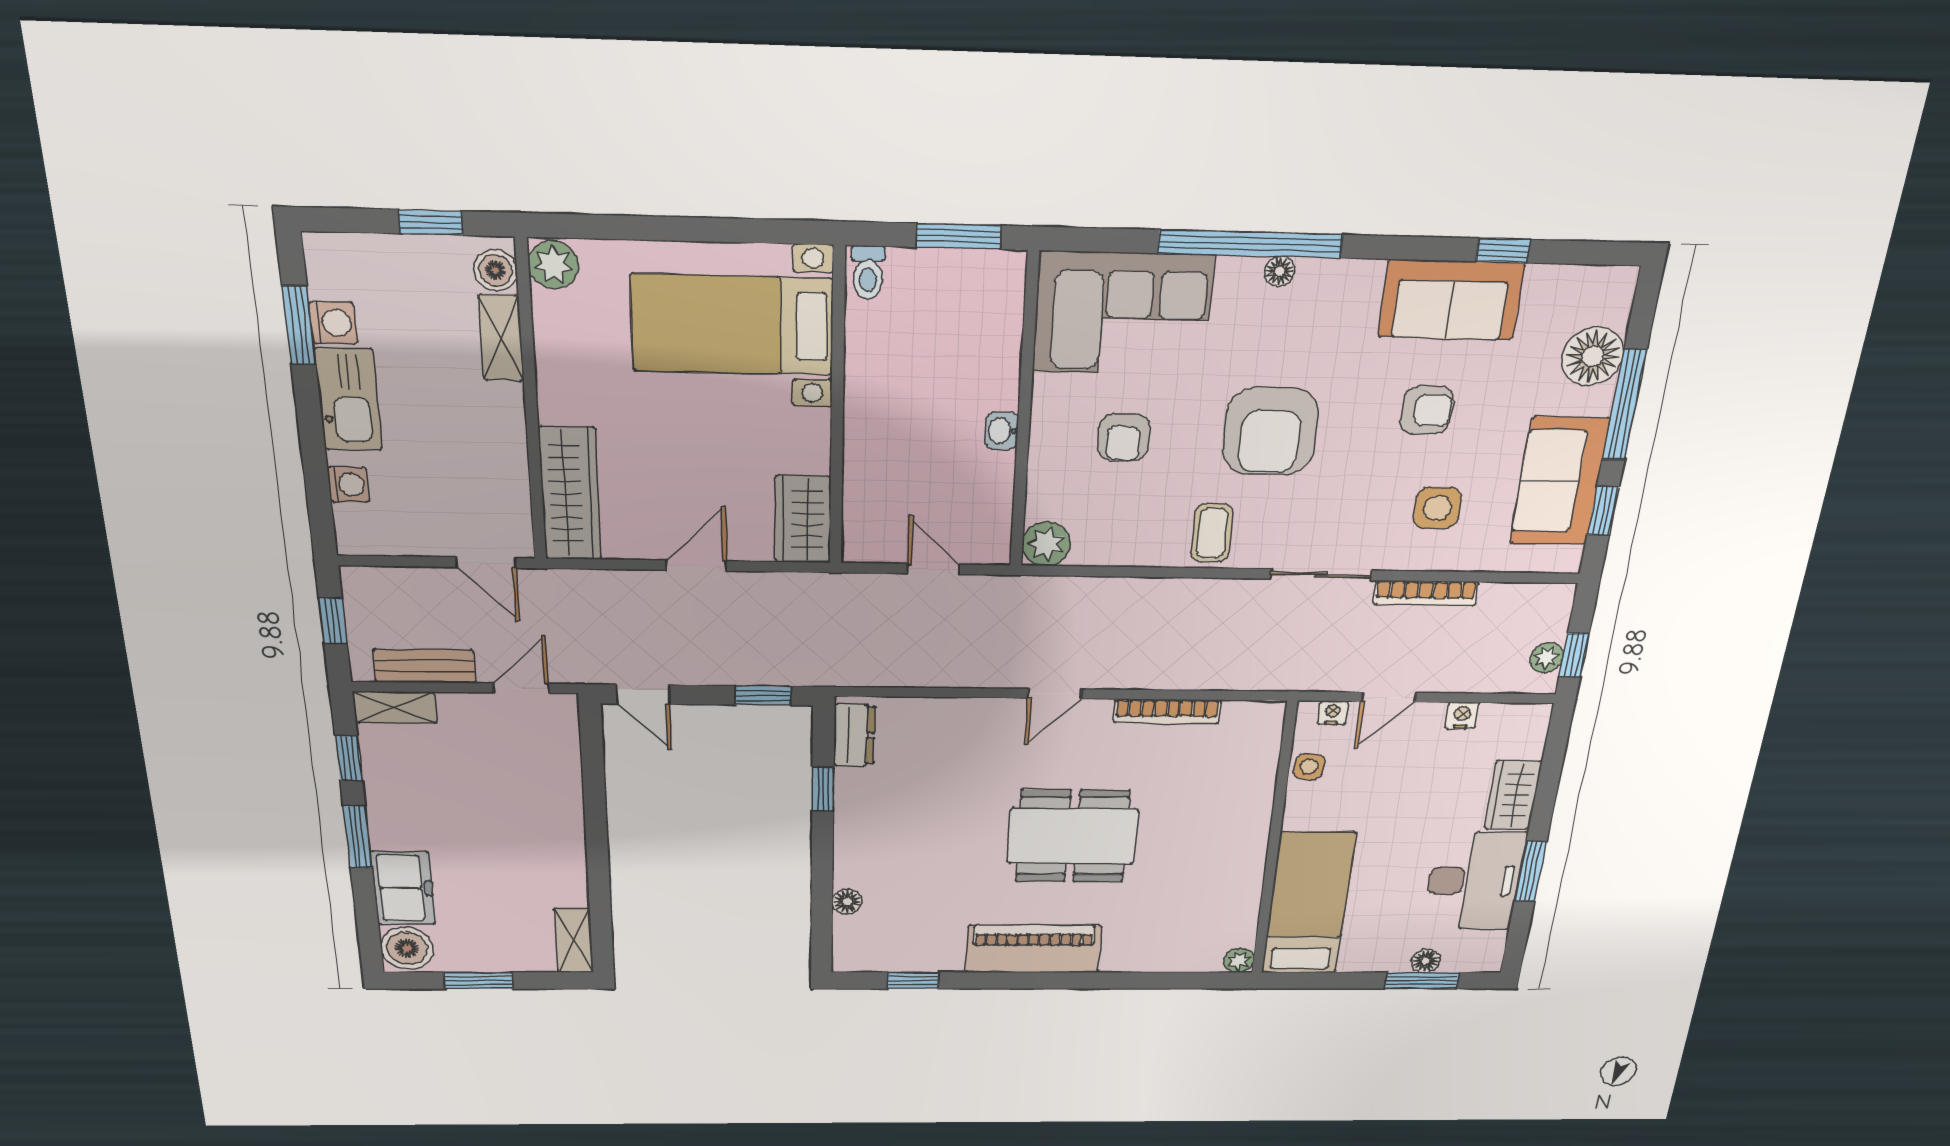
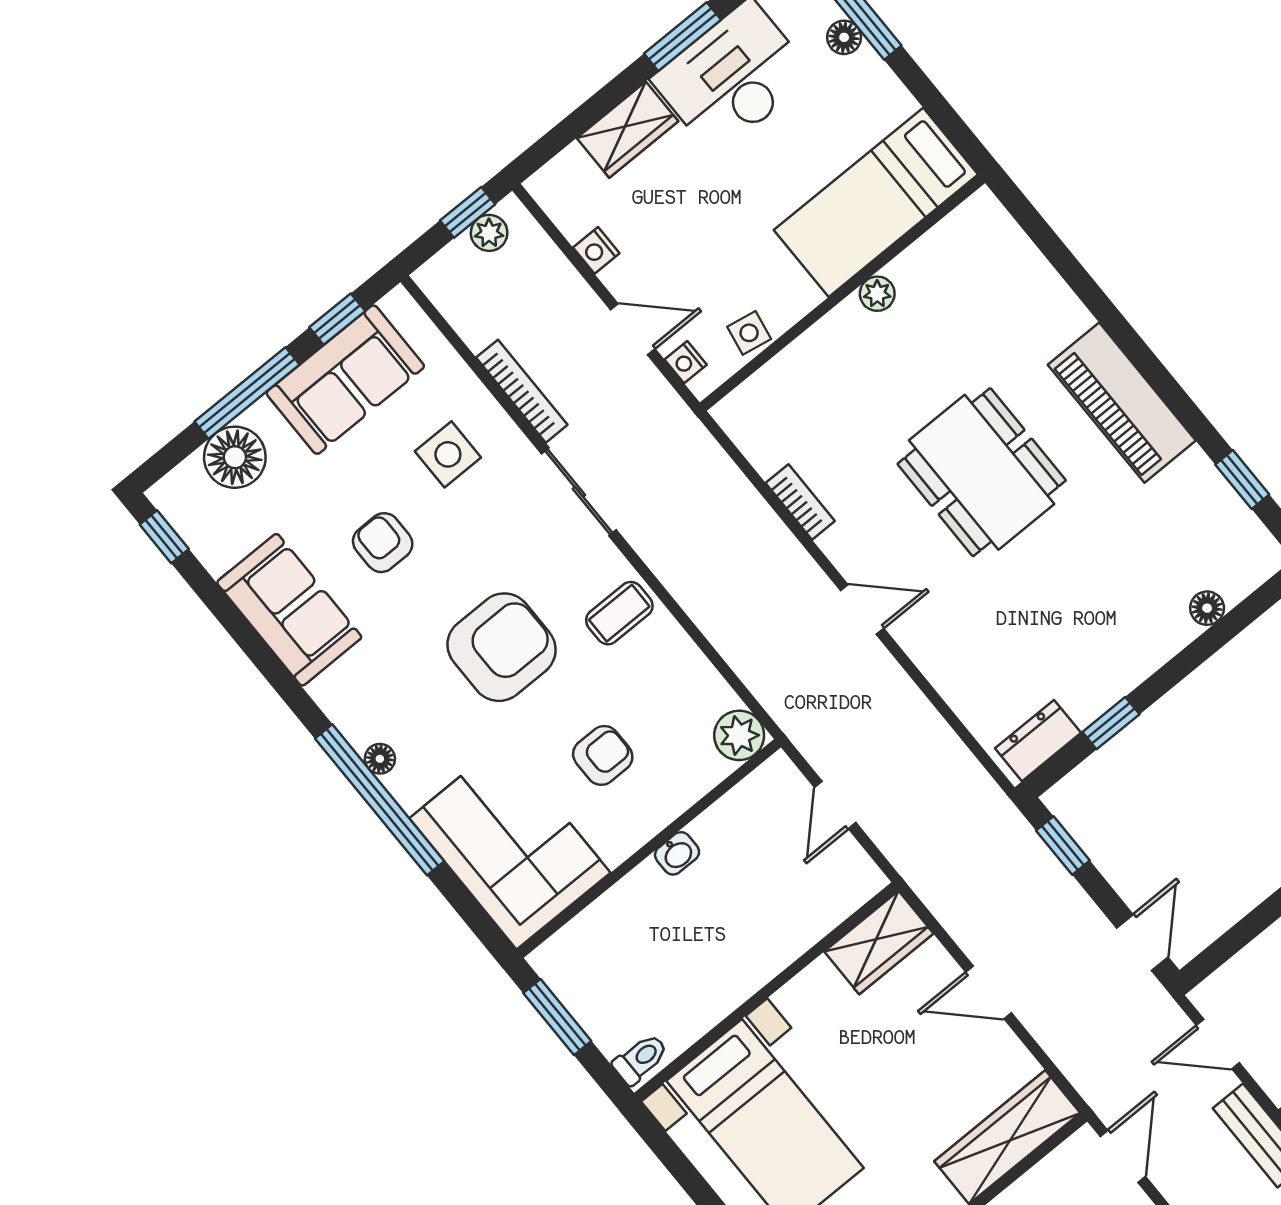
window: (1503, 251) -> (164, 537), moved
bookcase: (1167, 711) -> (800, 502), width x0.64
plant: (1239, 960) -> (877, 294), moved

